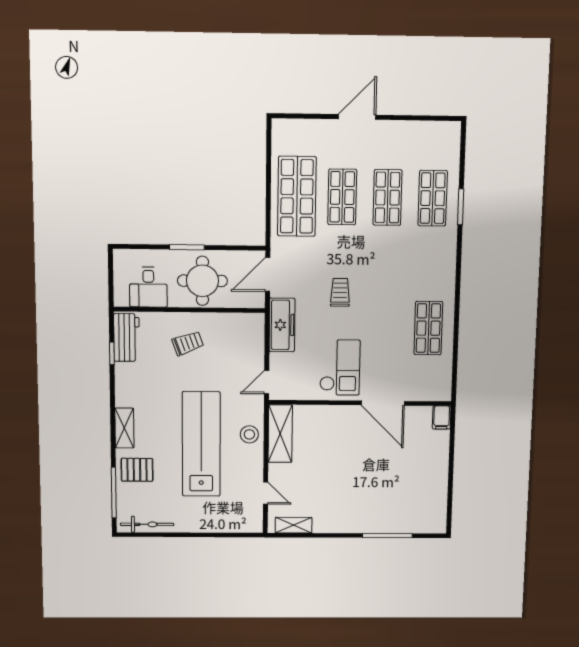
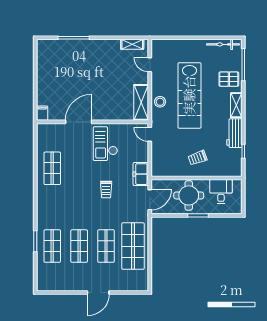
freezer: (282, 325) -> (141, 174), width x0.71
workbench: (126, 338) -> (234, 133), moved
door: (267, 382) -> (150, 134), swing flipped
door: (383, 403) -> (79, 122), hinge flipped

